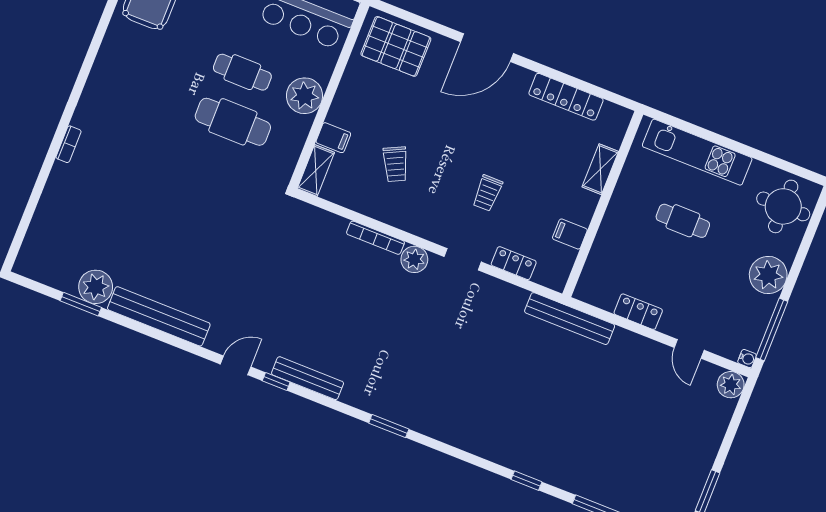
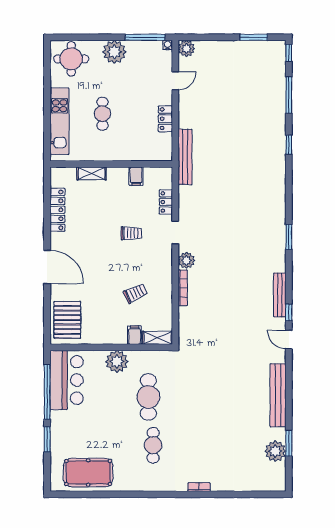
cafe table: (242, 72) -> (153, 445), moved
plant: (96, 287) -> (275, 451), moved

